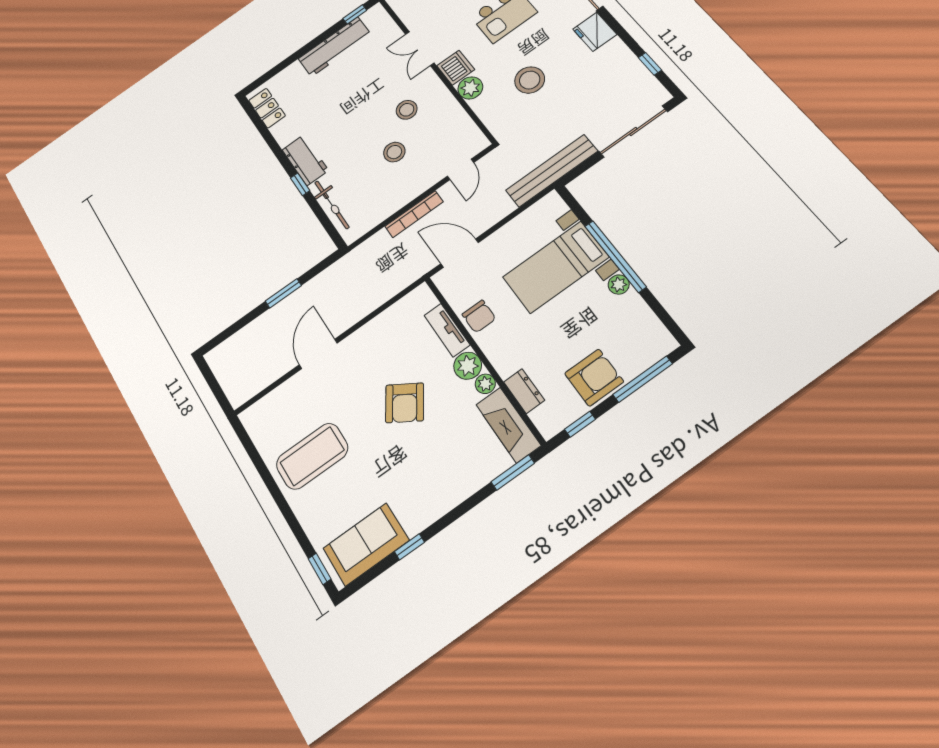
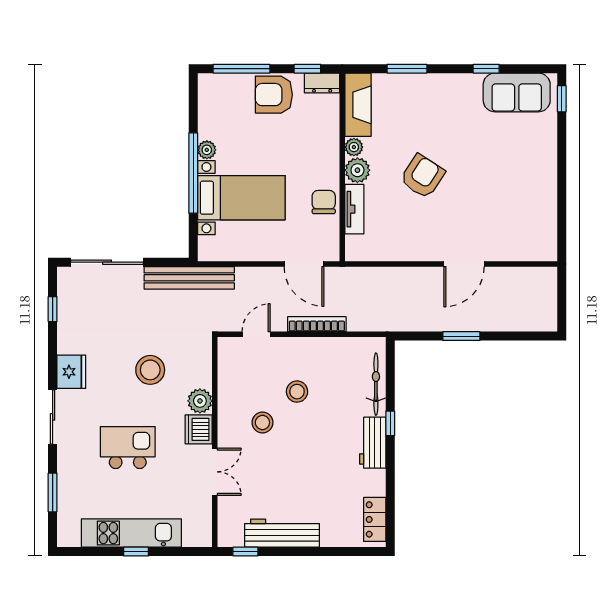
dresser: (524, 391) -> (322, 83), moved, turned -90
coffee table: (312, 456) -> (517, 186), removed
window: (513, 473) -> (407, 69), moved

